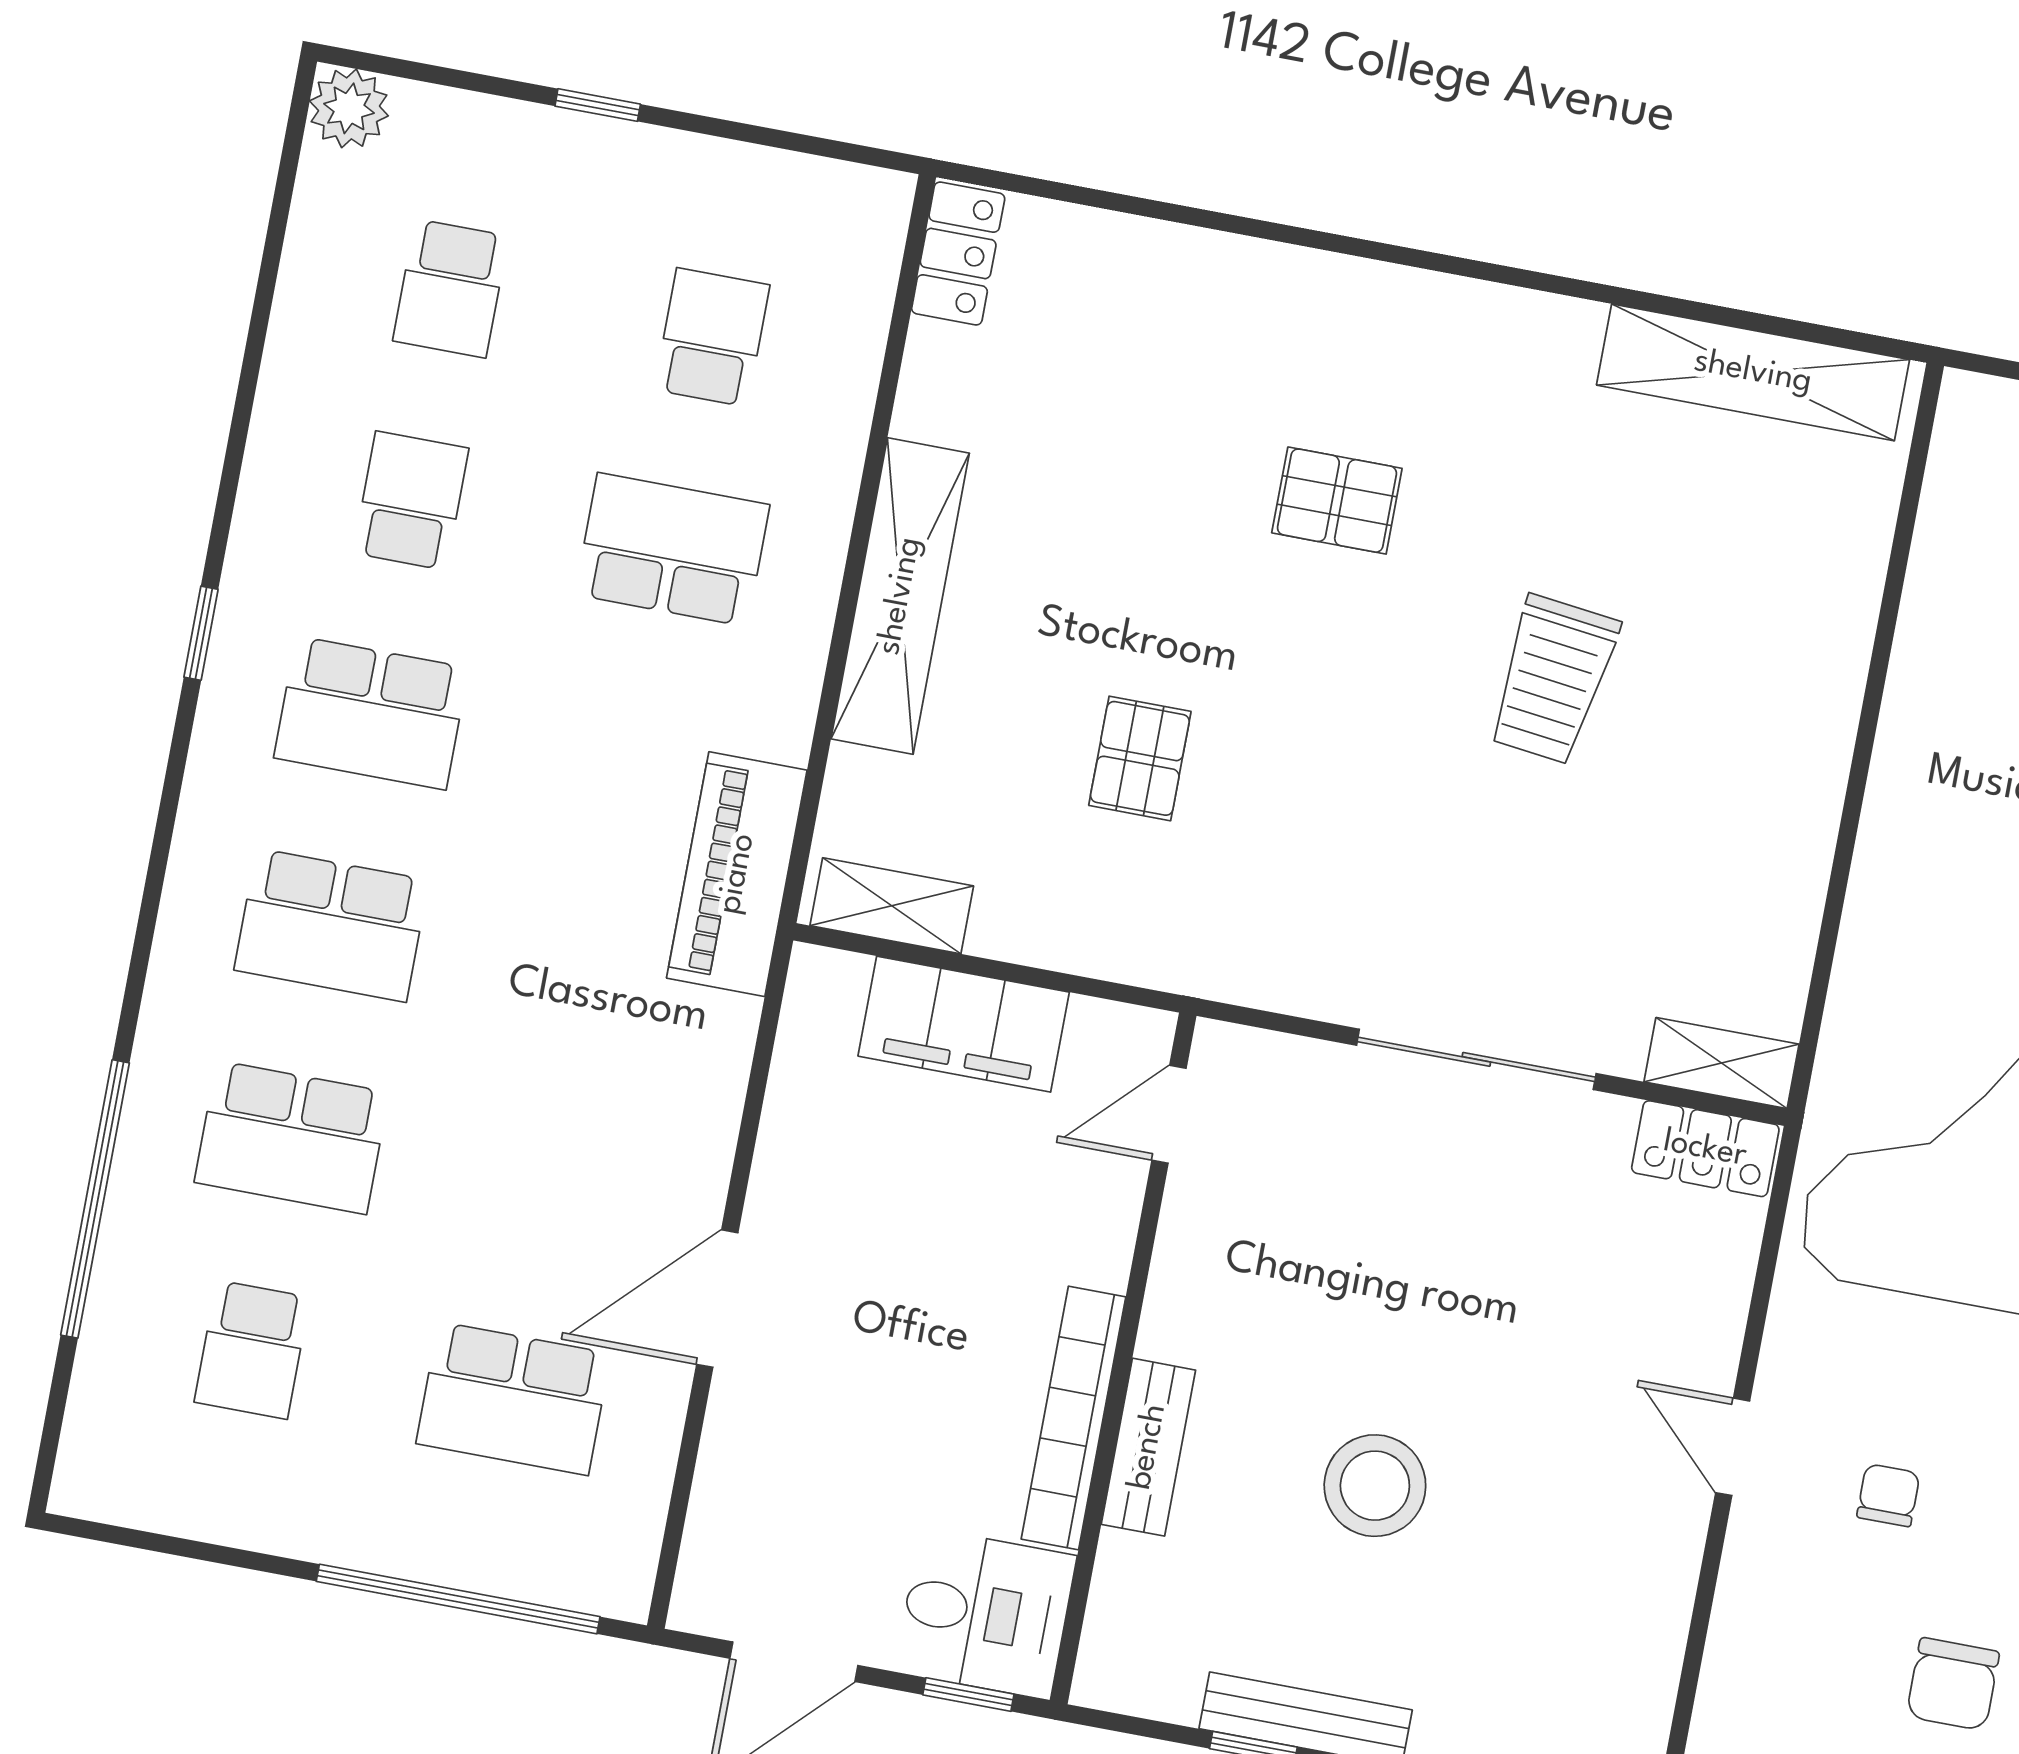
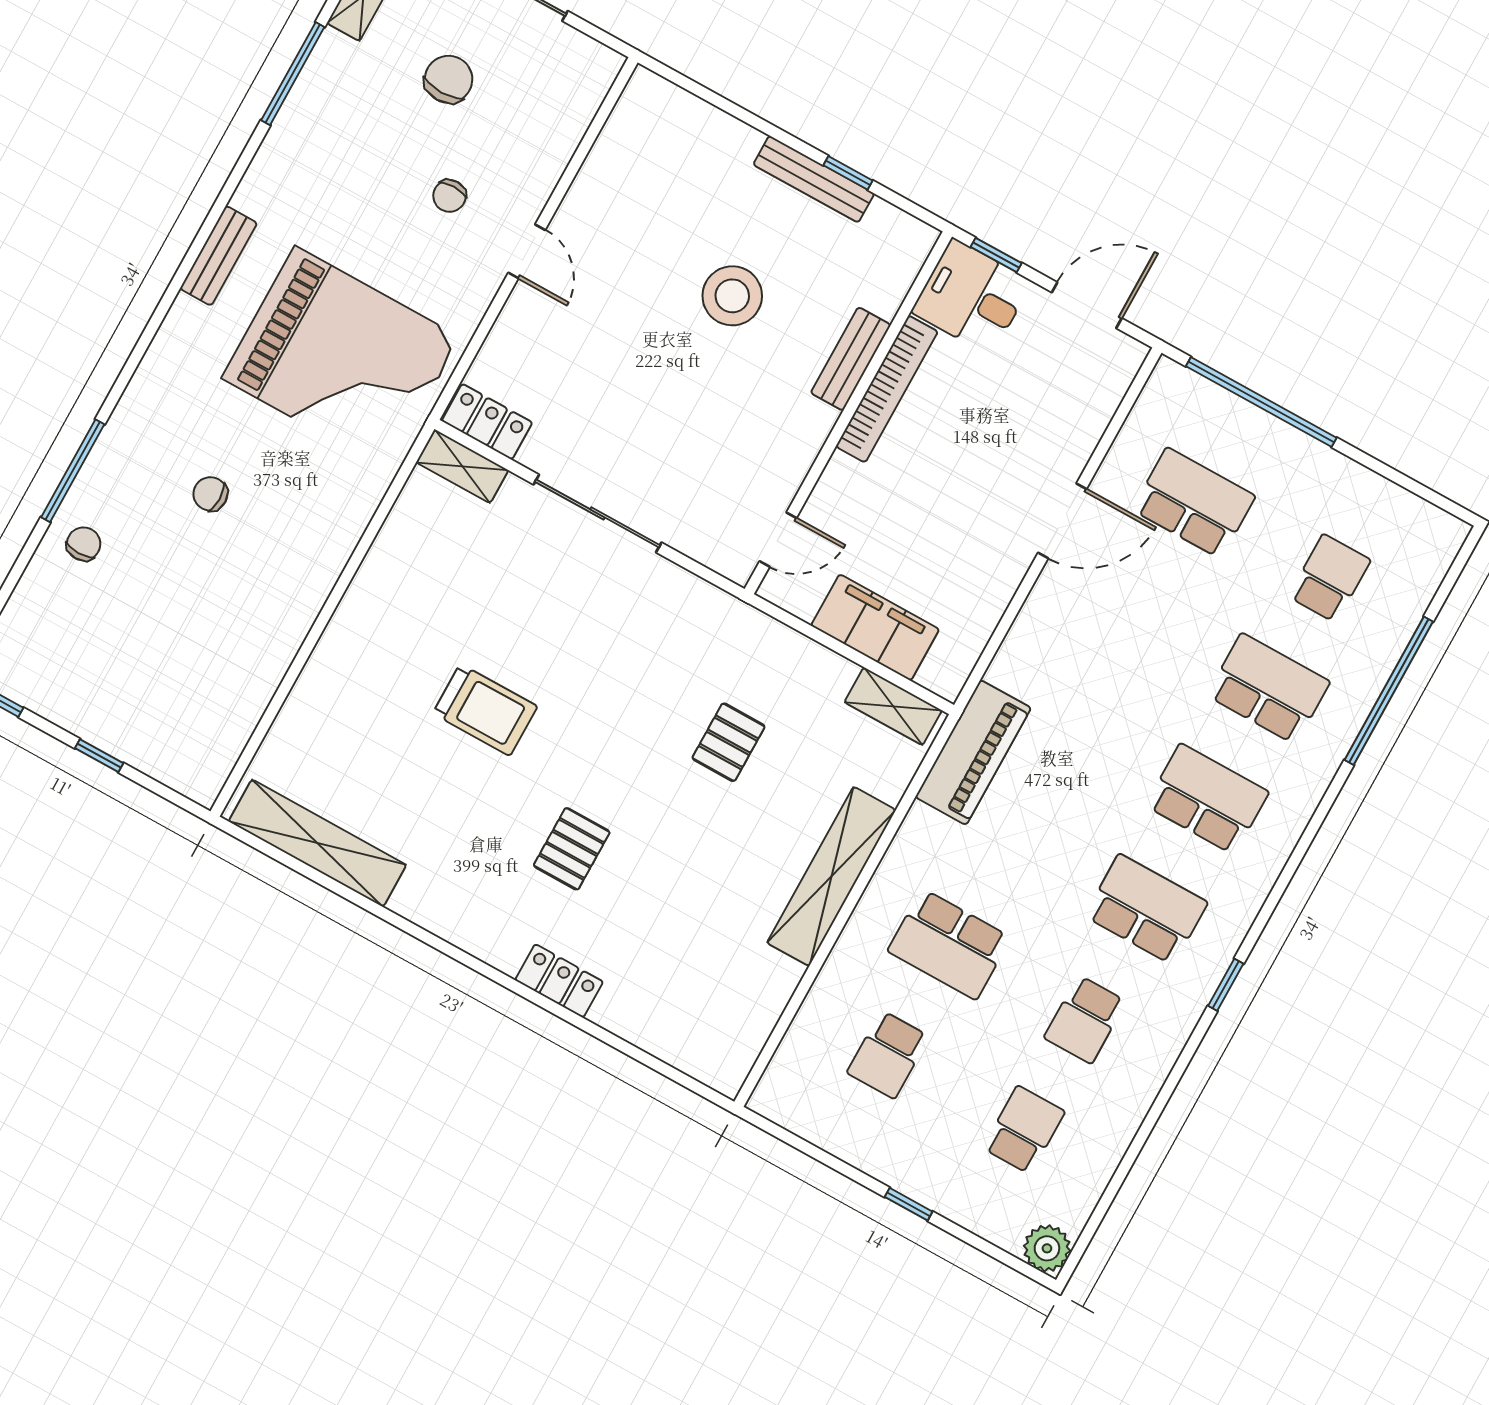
locker: (958, 253) -> (559, 981), moved, turned 90
pallet: (1337, 501) -> (572, 849), turned 90
trolley: (1553, 680) -> (485, 710), turned 83

